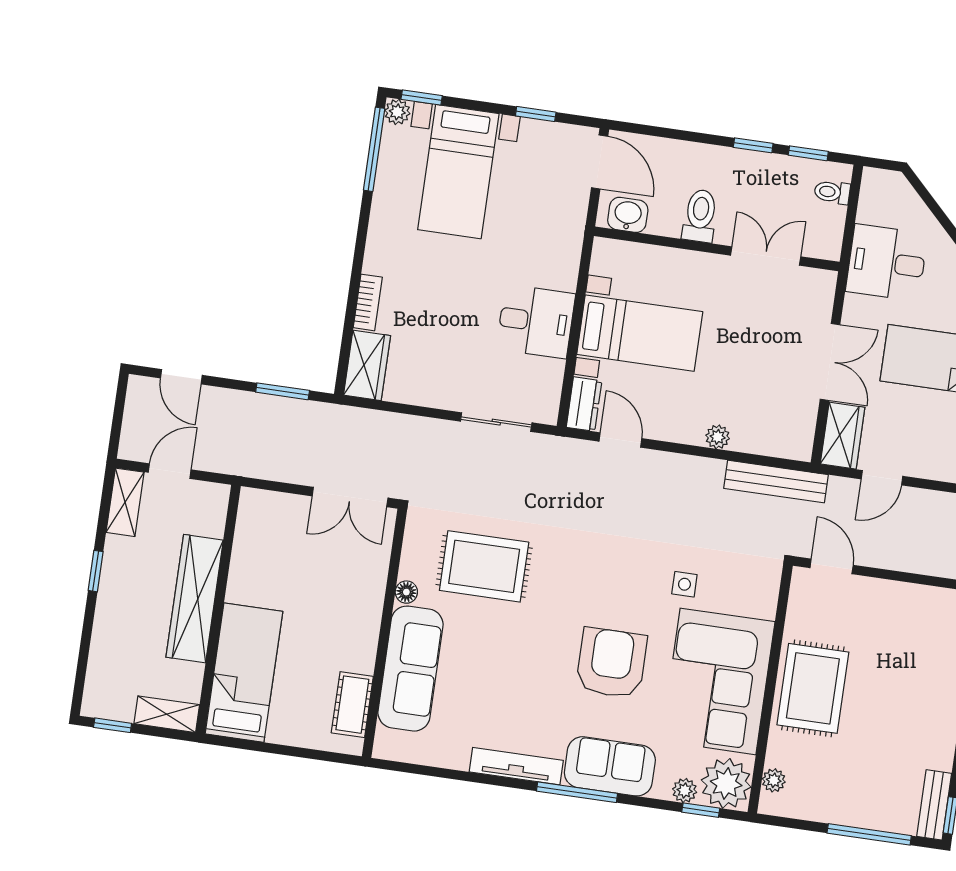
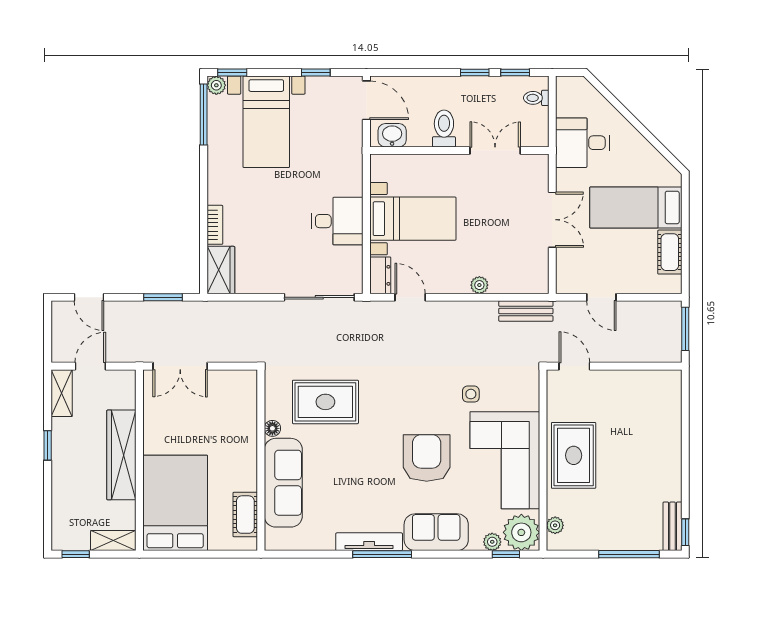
sliding door: (496, 422) -> (319, 297), width x1.37
wardrobe: (843, 436) -> (569, 271), removed
door: (882, 478) -> (601, 297), hinge flipped
bench: (776, 482) -> (526, 311), width x0.73
double door: (350, 497) -> (180, 366), moved
bed: (244, 673) -> (175, 503), width x1.50
window: (577, 792) -> (382, 554), moved

